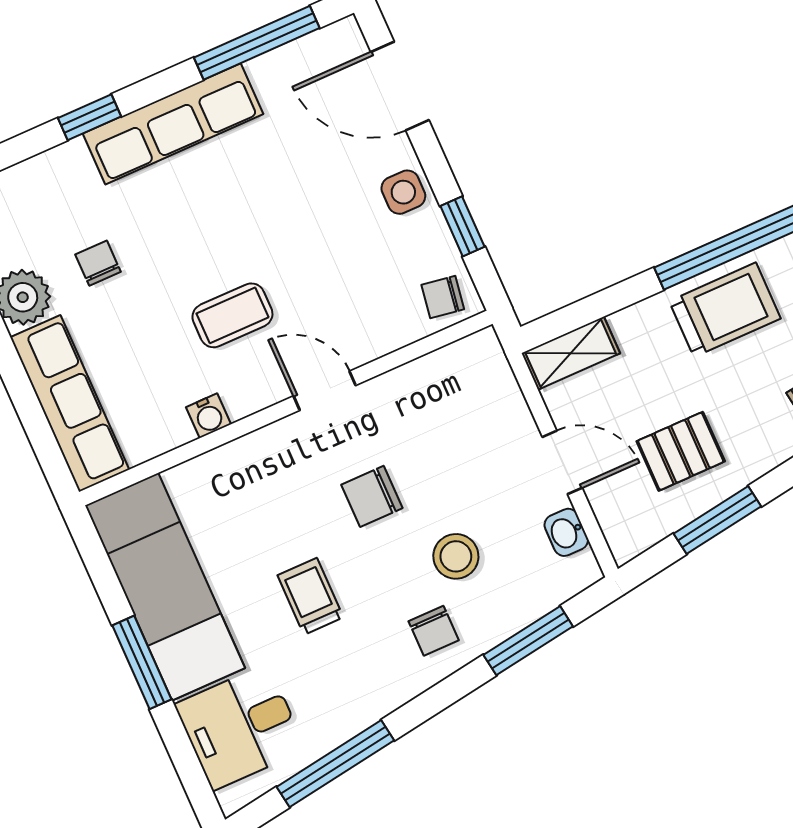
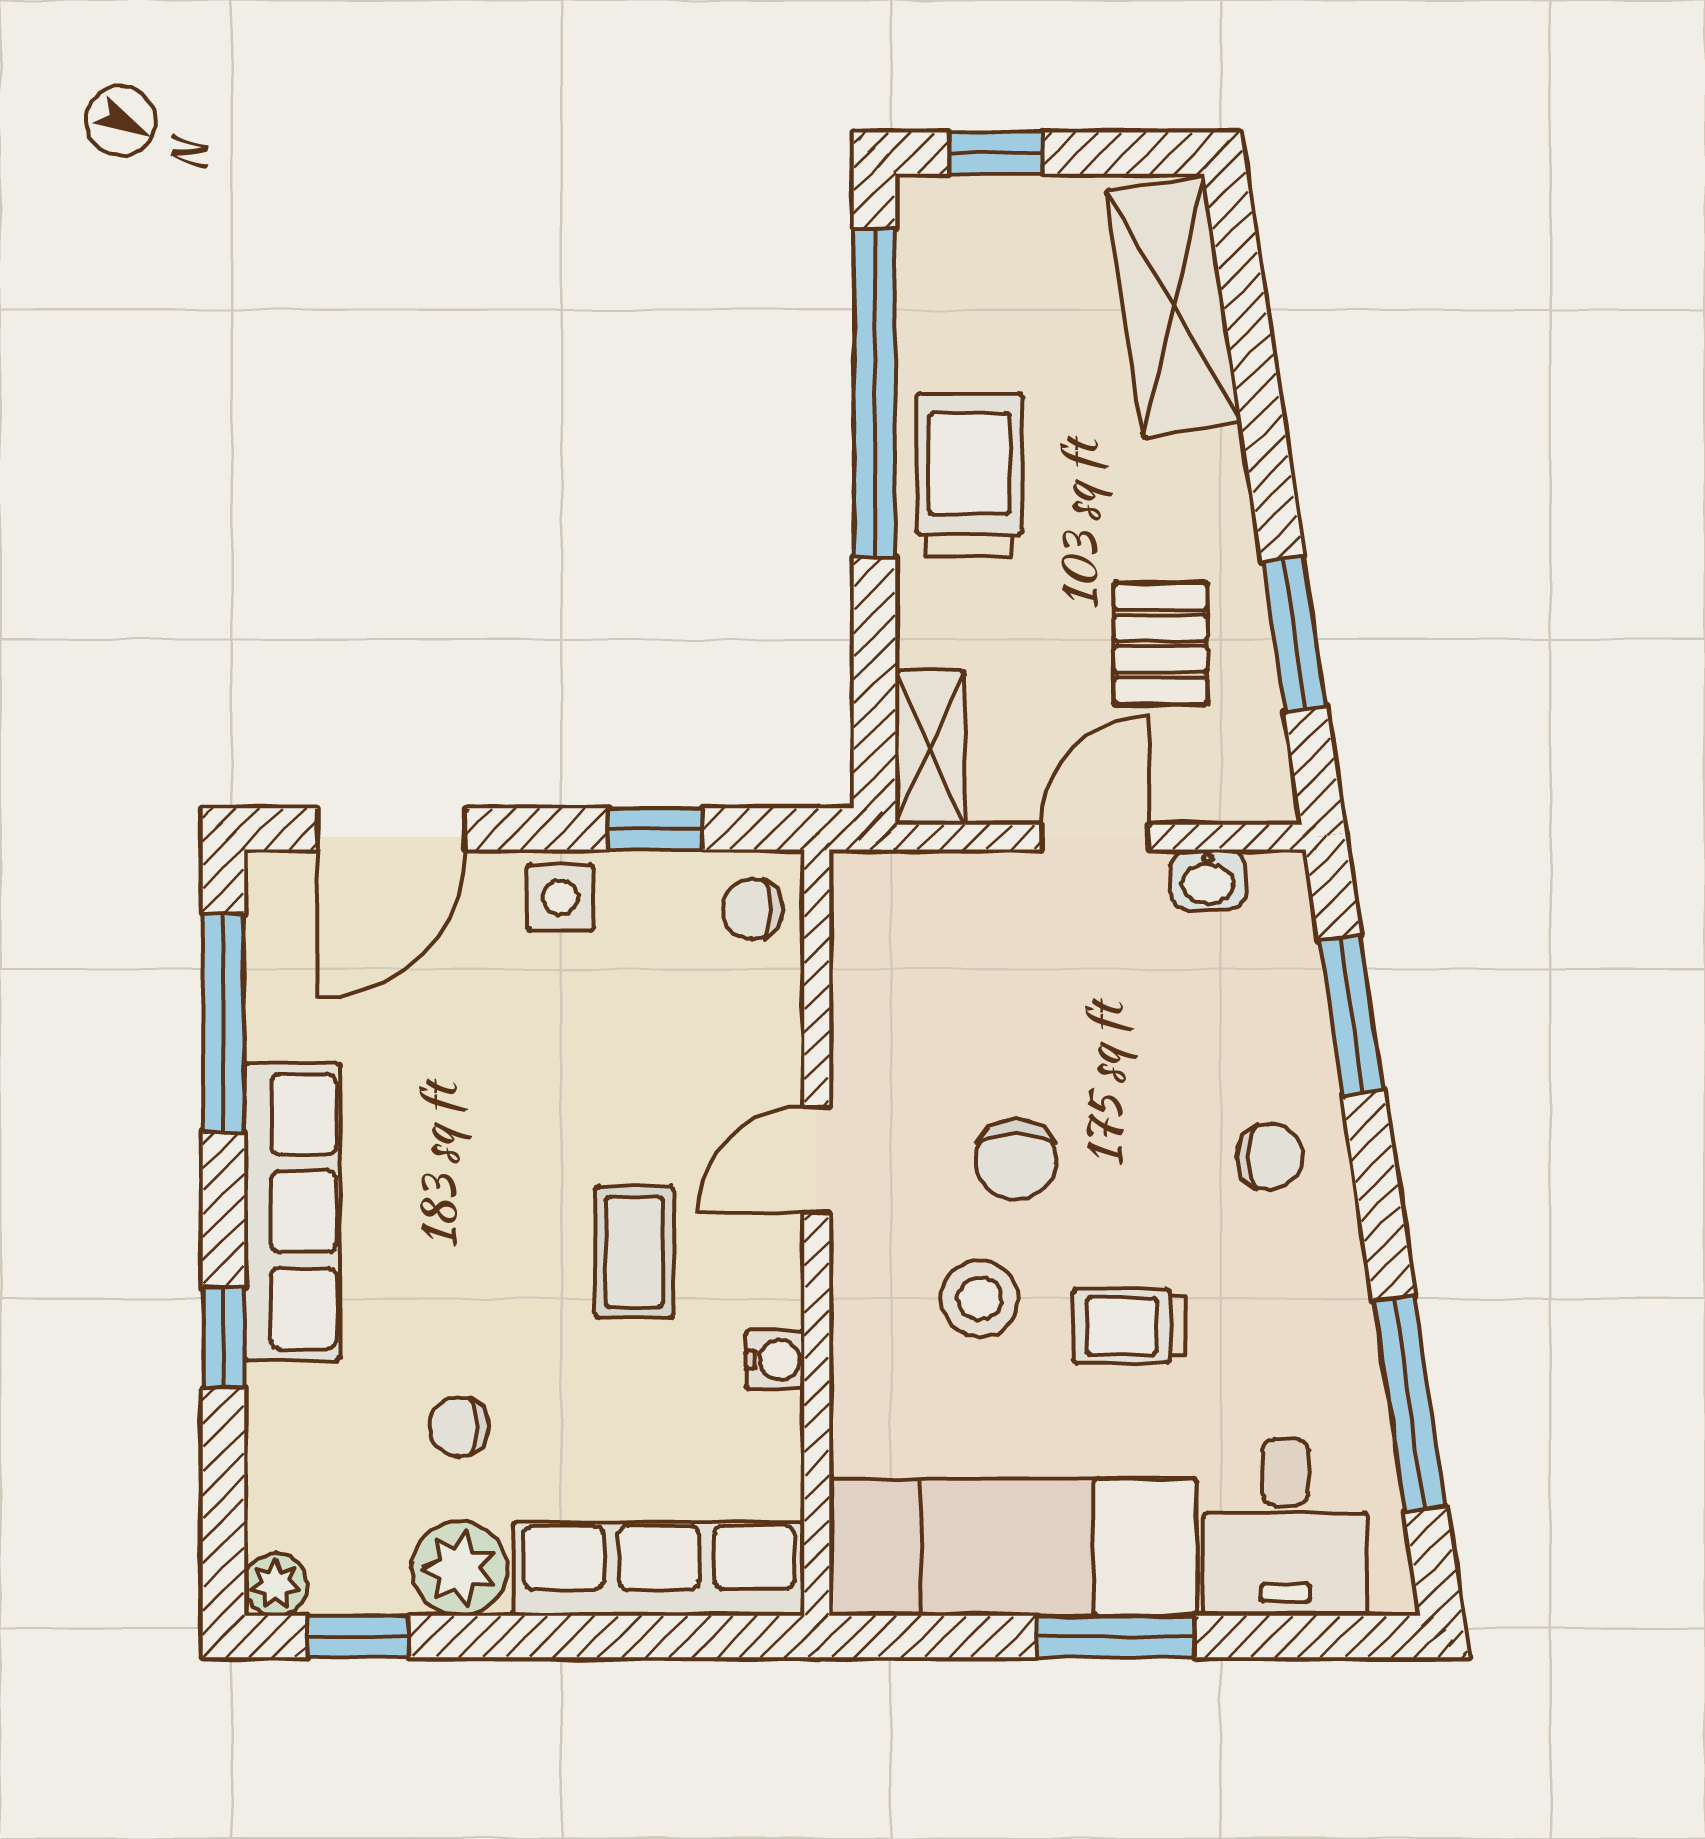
chair: (443, 297) -> (752, 909), turned 81
stool: (456, 556) -> (980, 1298), moved

